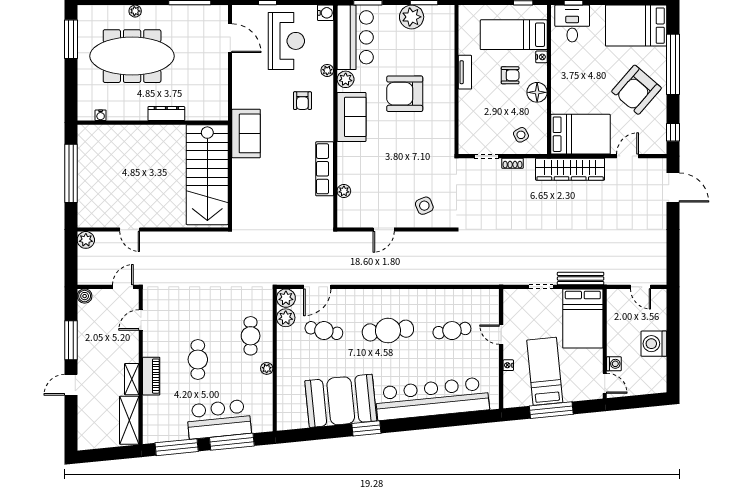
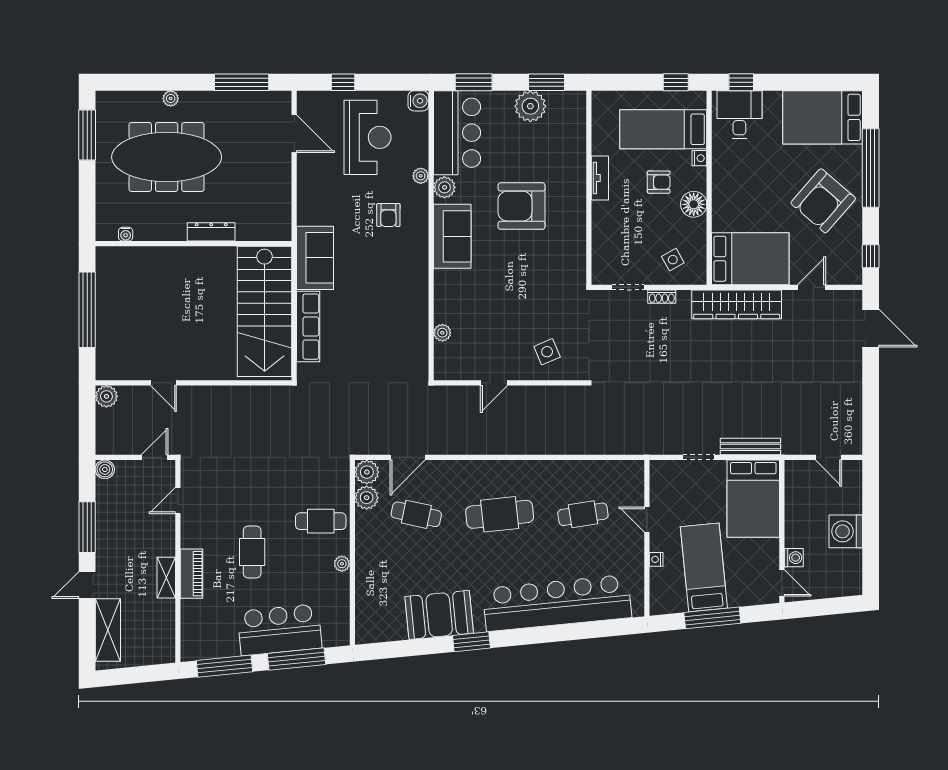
row of seats: (325, 169) -> (308, 327), moved, turned 180
cafe table: (251, 336) -> (321, 521), turned 90
booth: (341, 401) -> (439, 615), width x0.73, depth x0.70
shelving: (129, 420) -> (108, 630), moved

